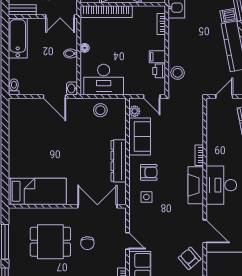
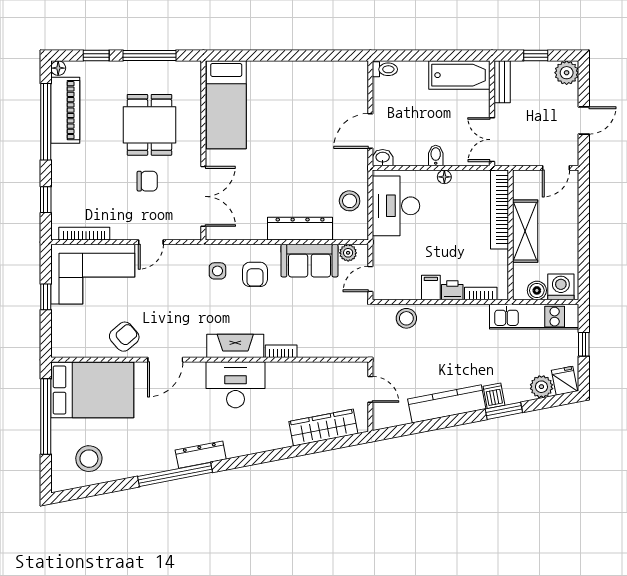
printer: (159, 71) -> (452, 290), moved
dresser: (119, 161) -> (300, 229), moved
chair: (87, 243) -> (147, 181), turned 180

